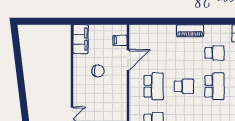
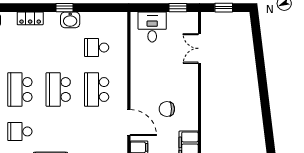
door: (128, 60) -> (129, 123), swing flipped
school desk: (184, 86) -> (58, 89), width x1.85

